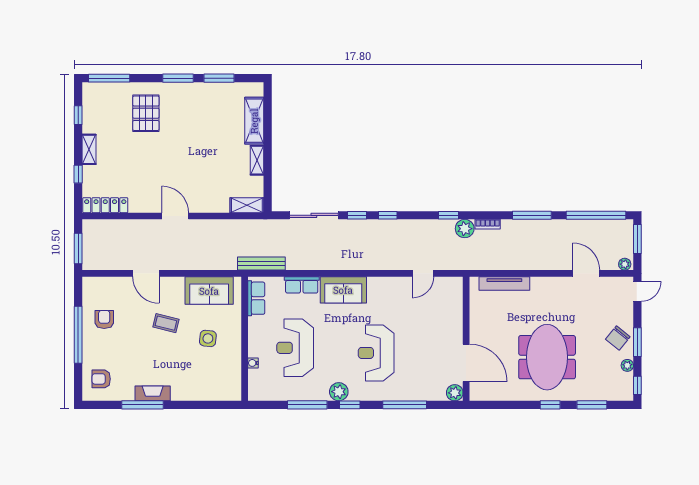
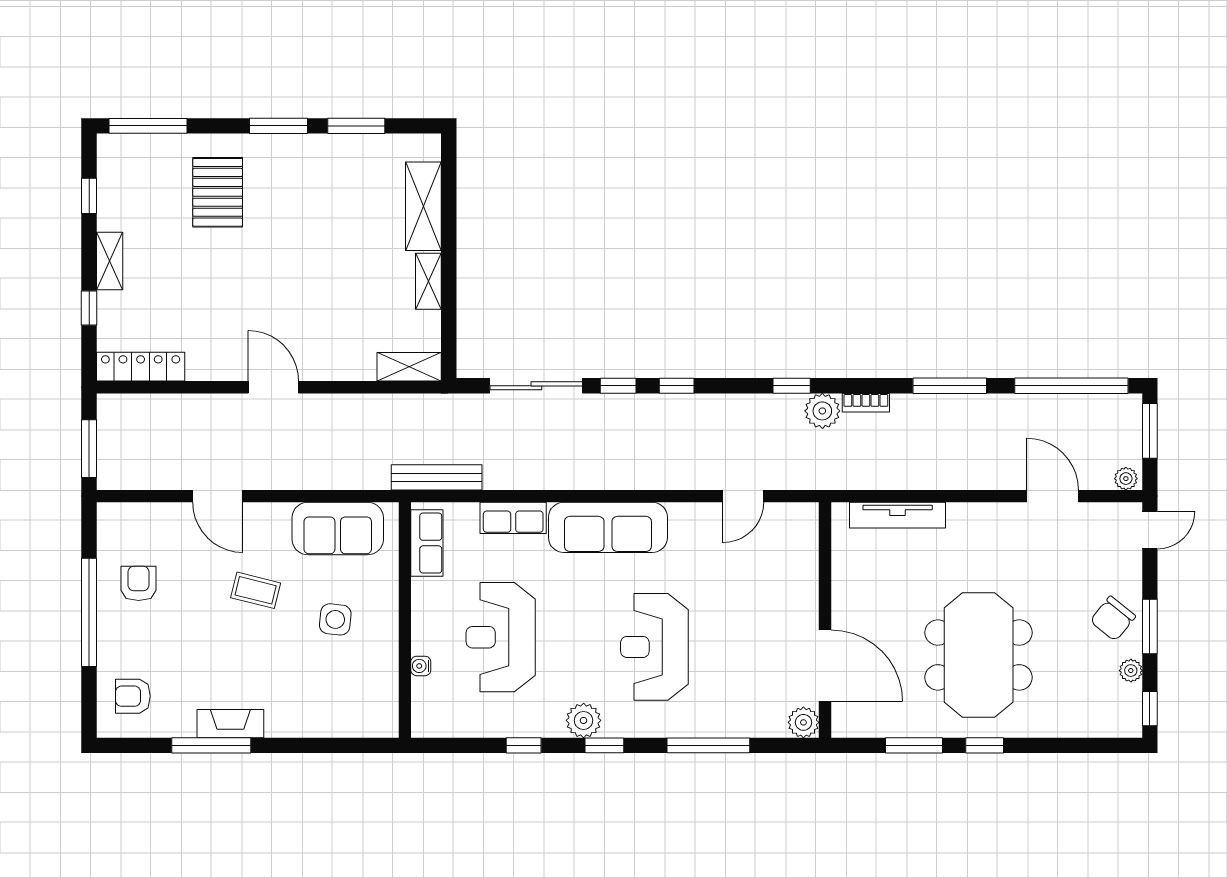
sofa: (343, 290) -> (608, 527), width x1.36
window: (307, 405) -> (524, 745), width x0.46
window: (592, 405) -> (914, 745), moved

